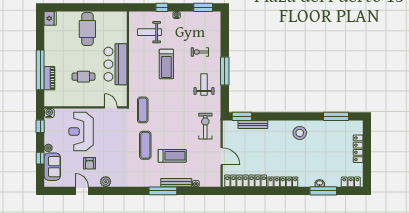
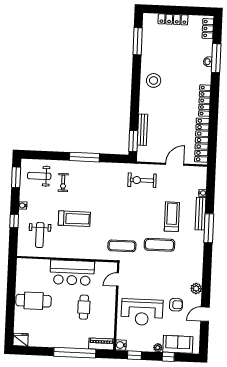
piano: (49, 78) -> (101, 344), moved
weight bench: (204, 84) -> (39, 176), moved

